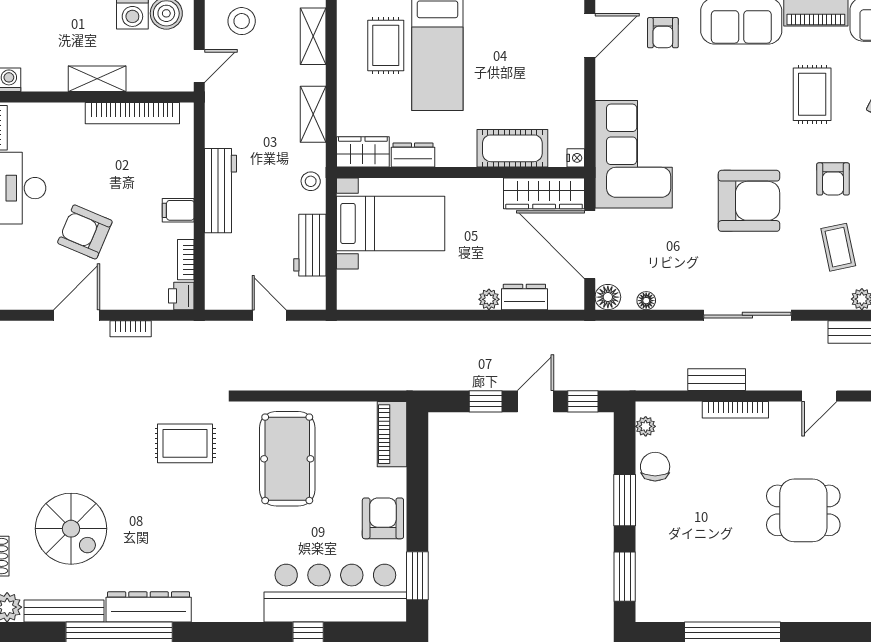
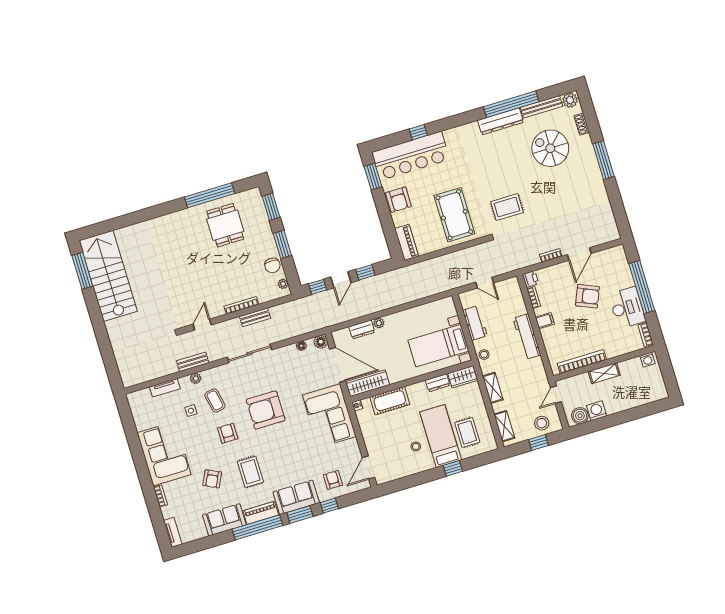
stool: (490, 48) -> (416, 446), added
dining table: (803, 510) -> (225, 225), moved, turned 90

